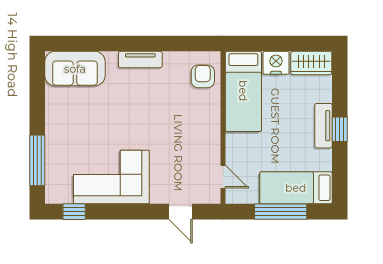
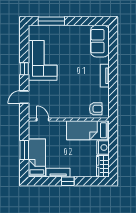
tv unit: (323, 126) -> (58, 173), moved
door: (223, 177) -> (43, 119), swing flipped
window: (74, 212) -> (24, 69), moved
window: (281, 212) -> (24, 150), width x0.69

